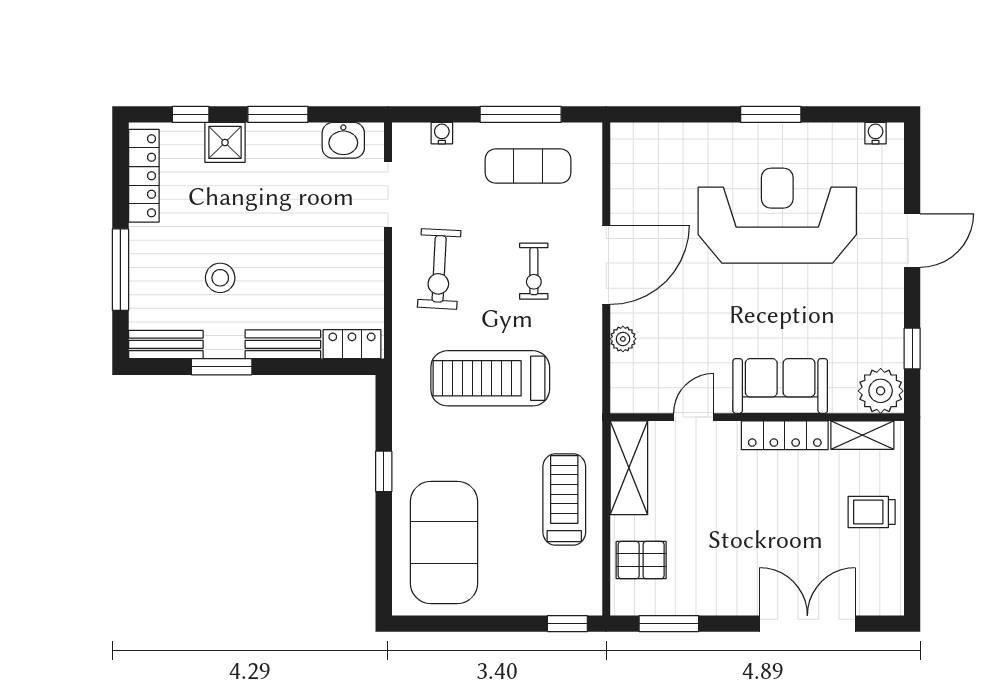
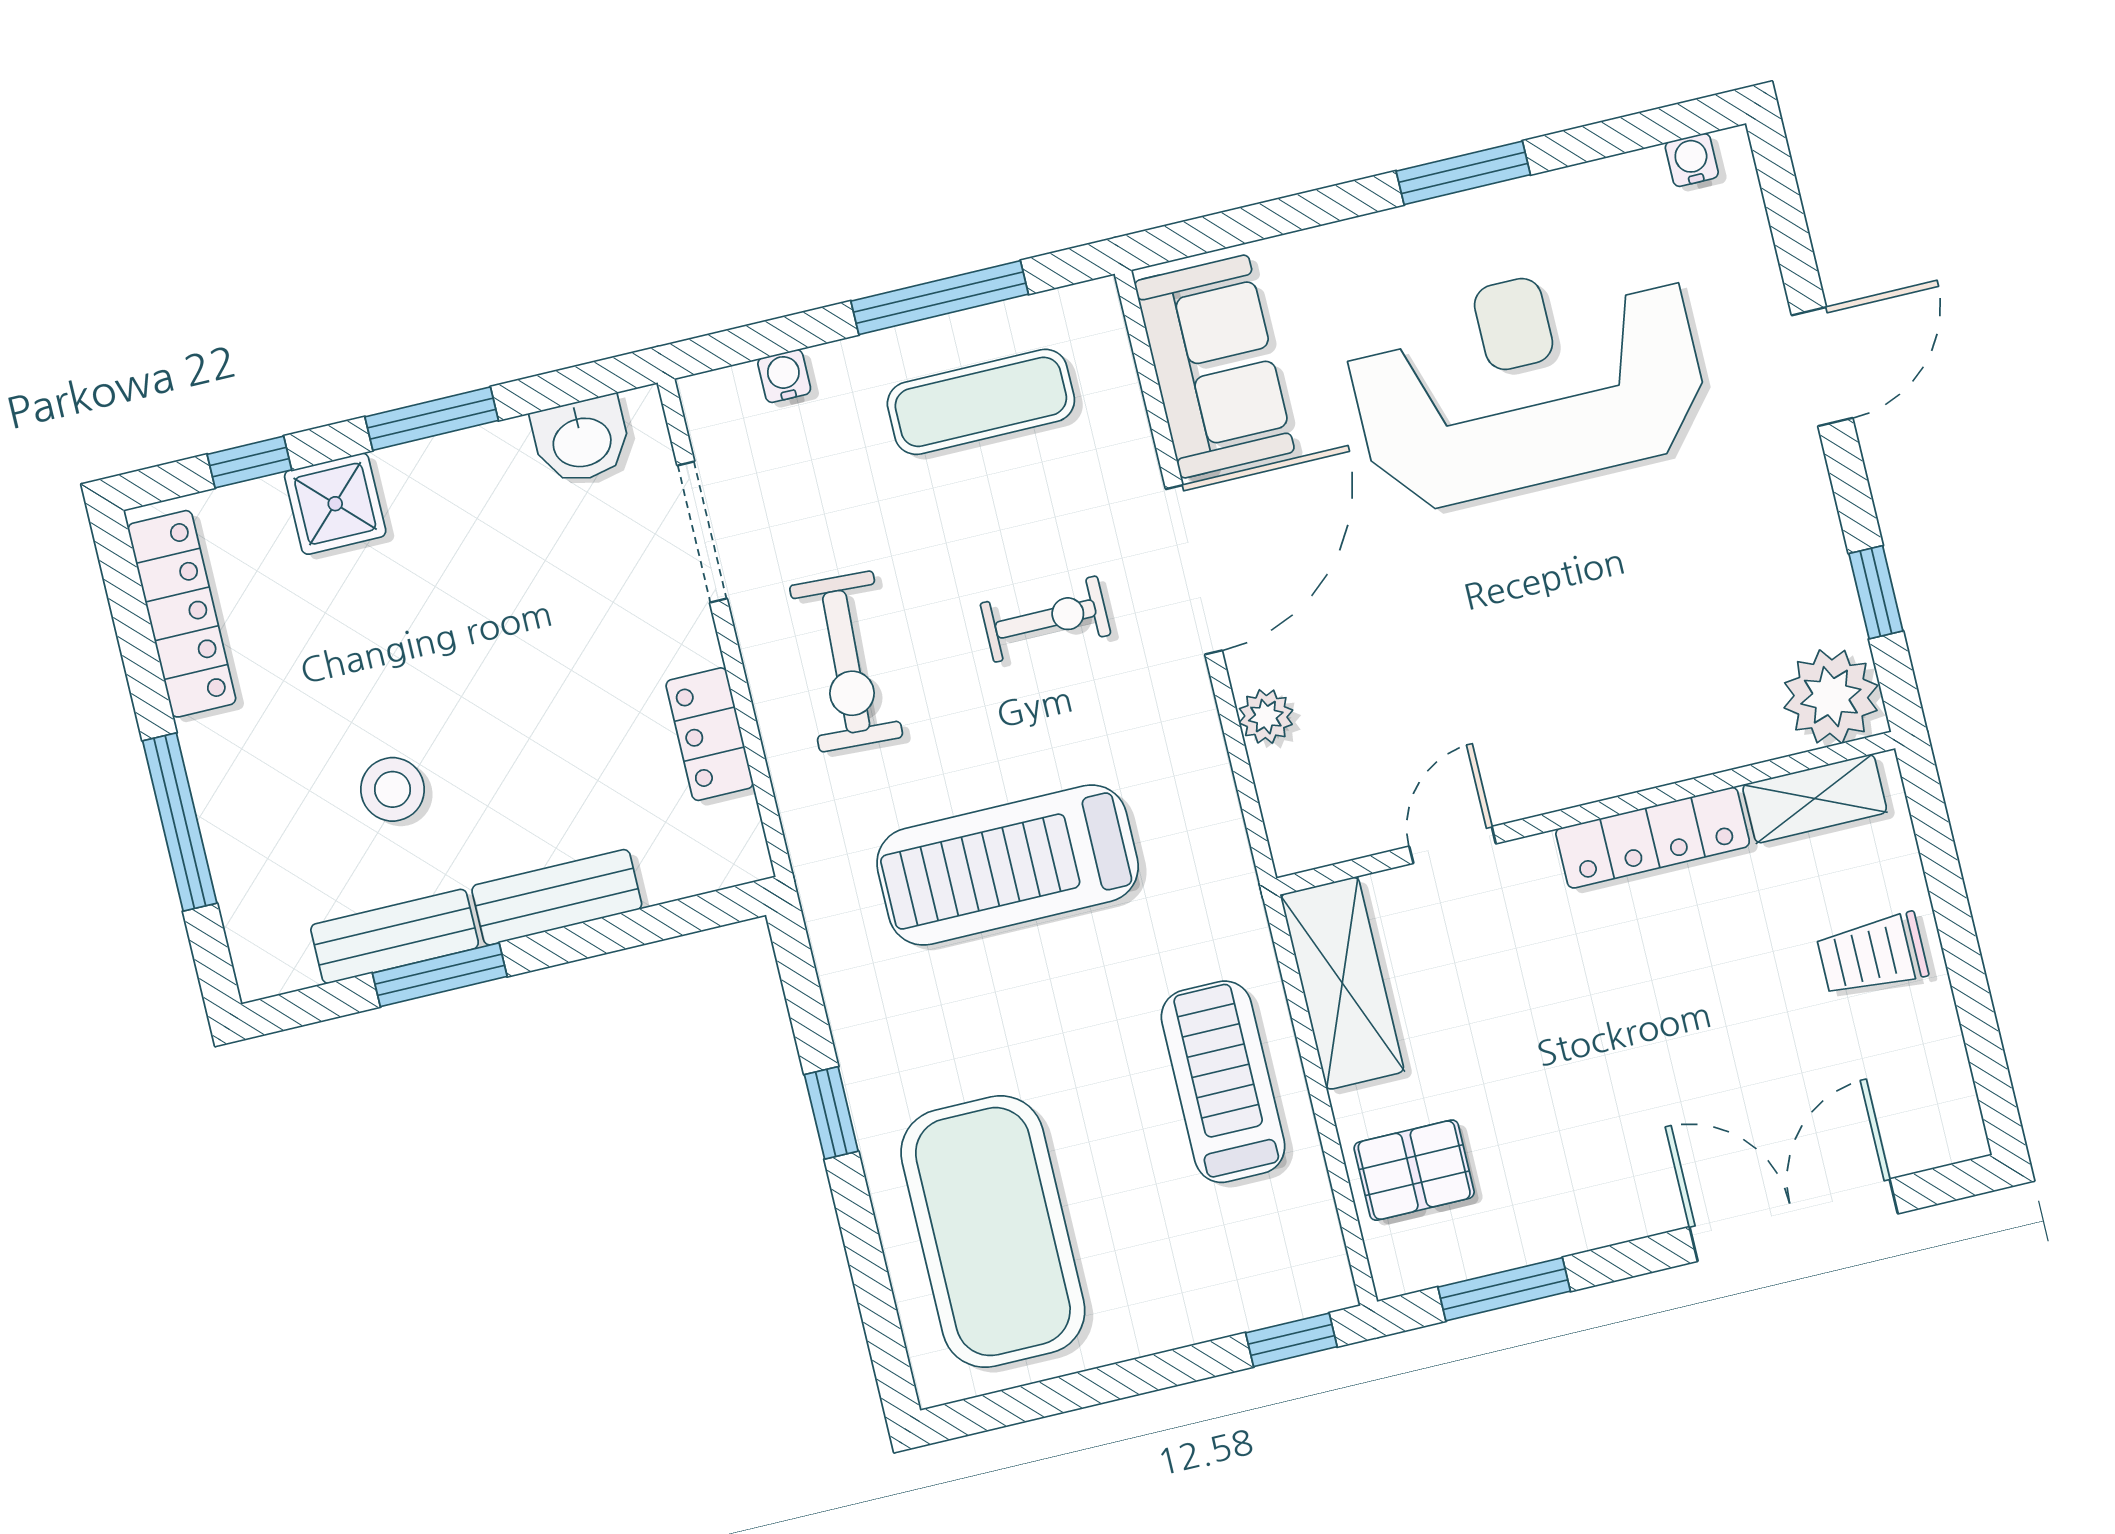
exercise bike: (534, 271) -> (1046, 619), turned -90
bench: (166, 344) -> (395, 936), moved
locker: (352, 344) -> (710, 734), moved, turned -90
sofa: (780, 386) -> (1214, 366), moved, turned 90

